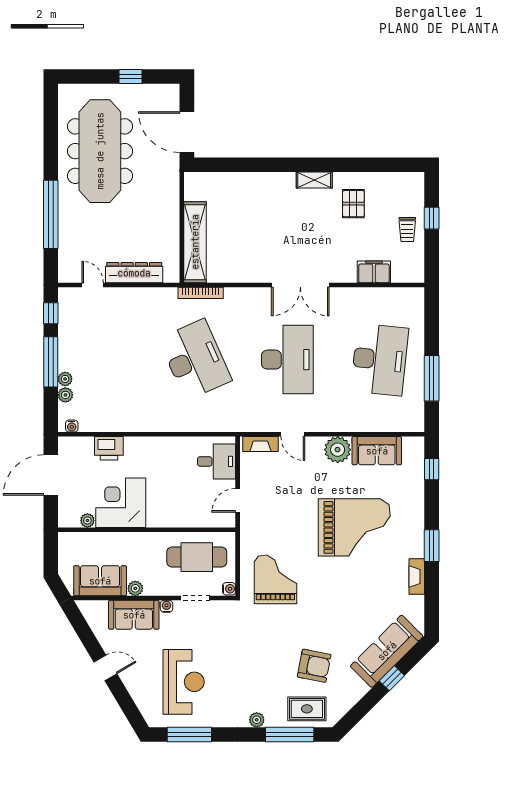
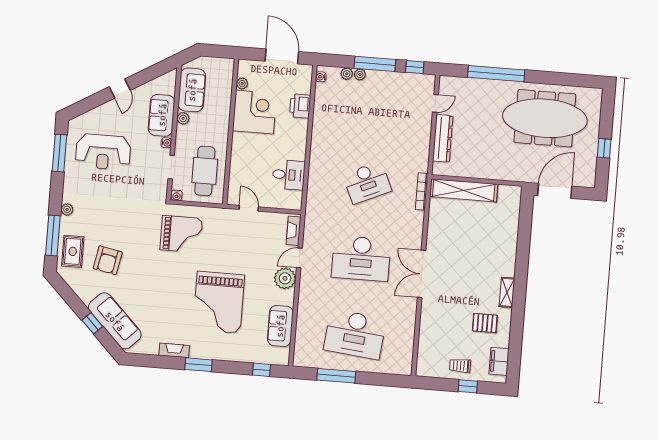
filing cabinet: (374, 272) -> (499, 361), moved, turned 180
desk: (195, 360) -> (367, 183), width x0.73, depth x0.77
plant: (338, 450) -> (285, 278), moved
desk: (217, 461) -> (289, 175), moved, turned -90

